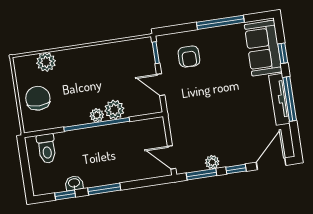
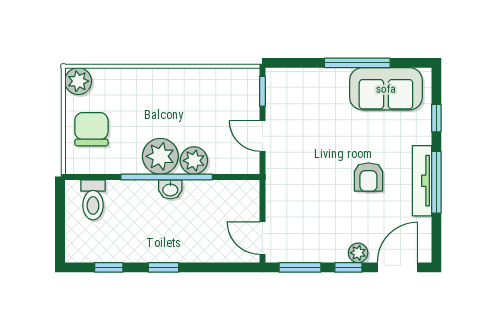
sofa: (263, 48) -> (386, 89), moved, turned -90
armchair: (189, 57) -> (368, 177), moved
plant: (46, 62) -> (78, 81), moved
plant: (97, 115) -> (160, 156), width x1.87, depth x1.87
plant: (212, 162) -> (358, 253), moved
washbasin: (74, 183) -> (170, 189), moved, turned 180
window: (104, 189) -> (164, 267), width x0.67

